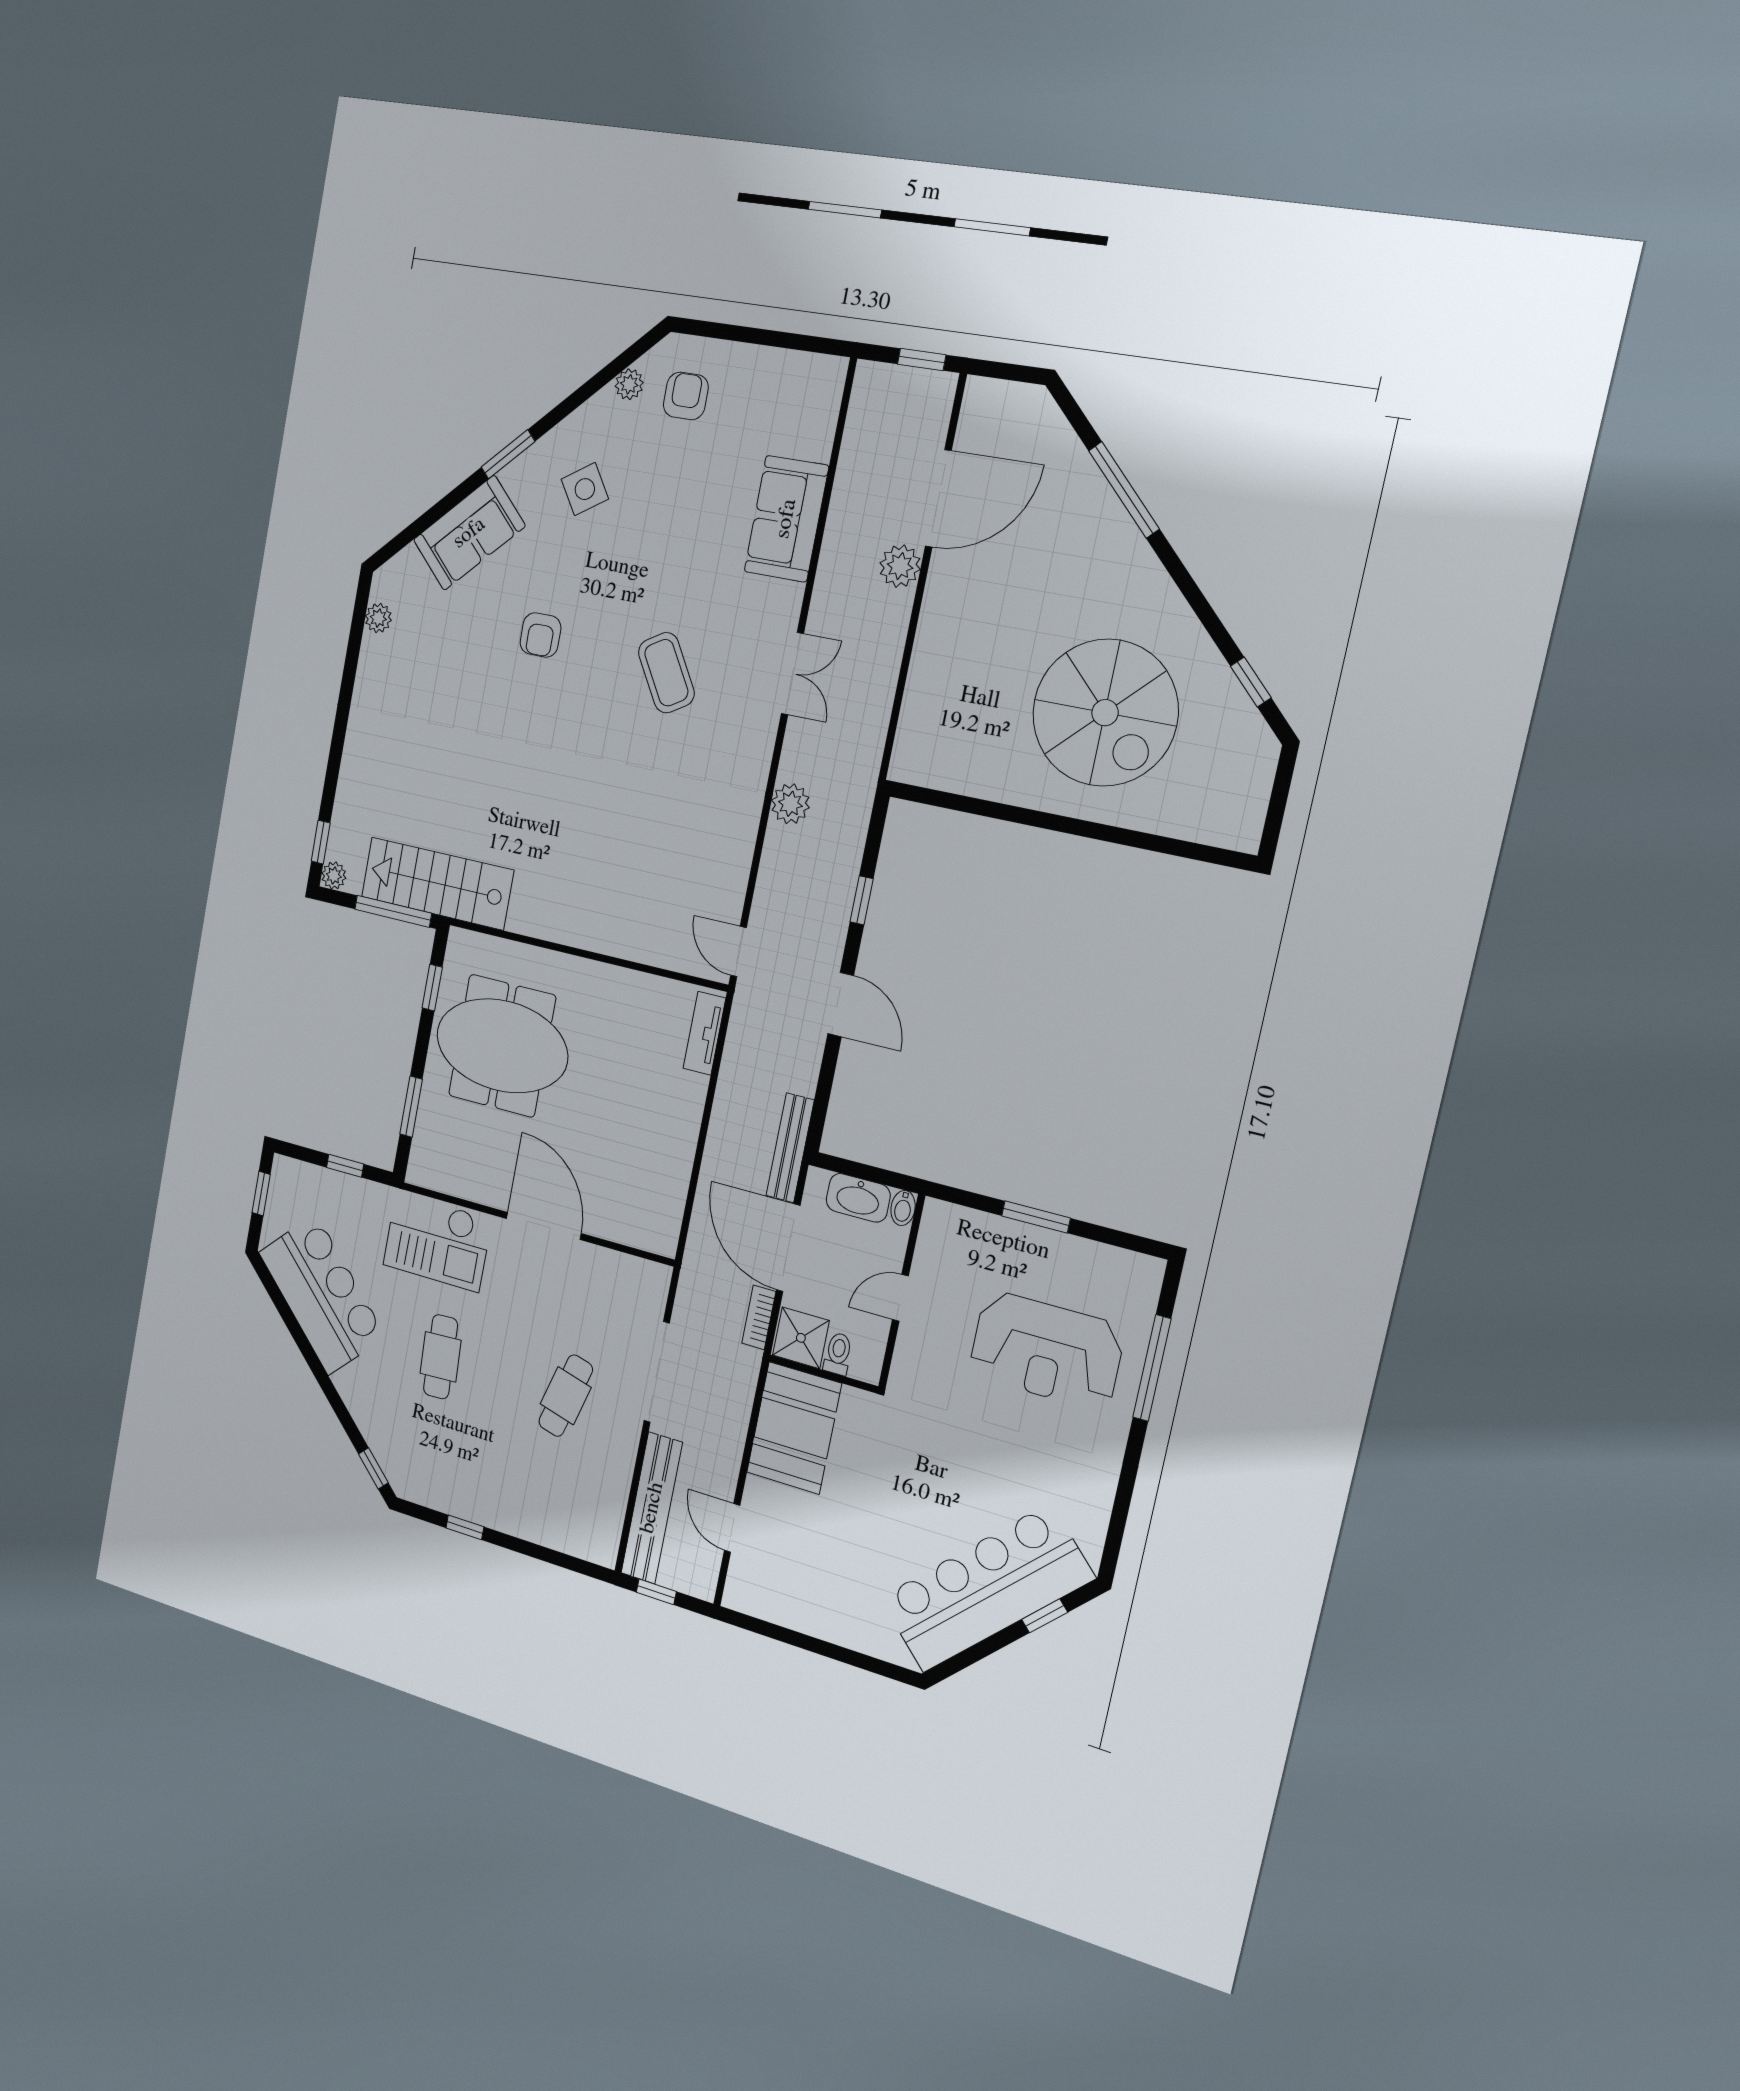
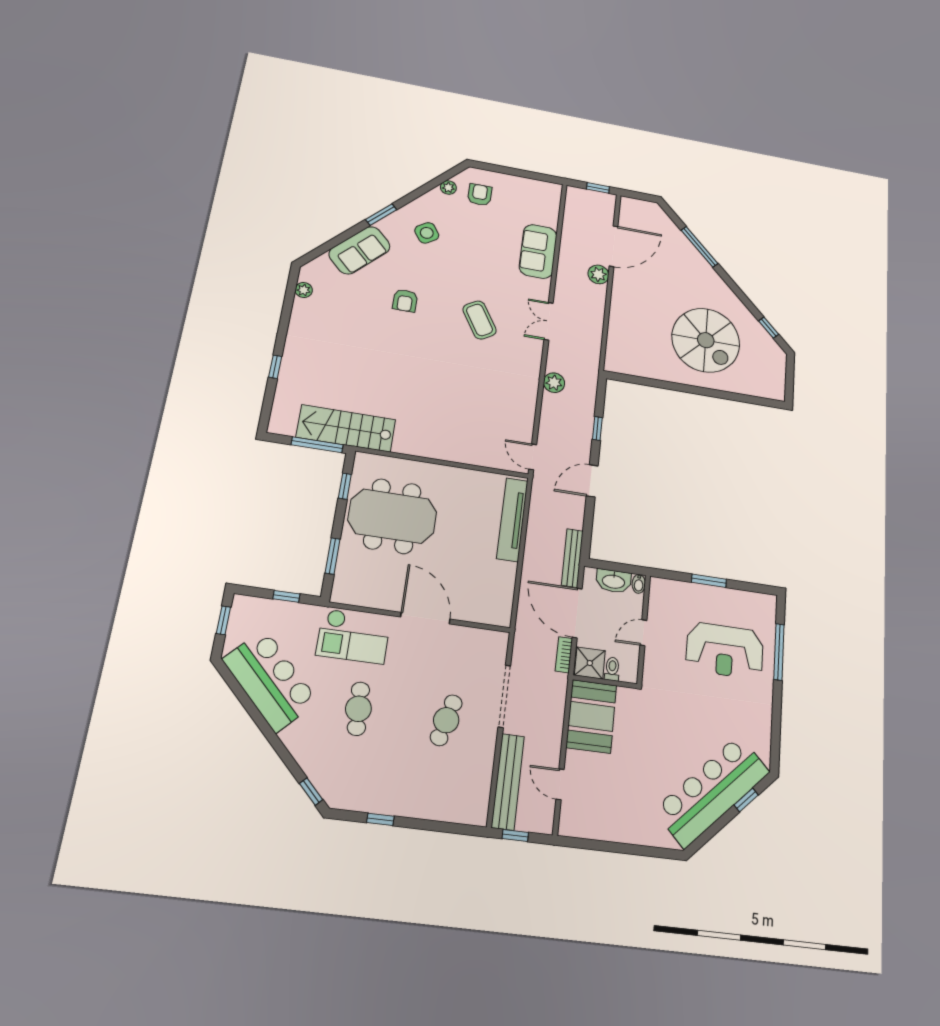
double door: (792, 674) -> (549, 321), swing flipped
window: (321, 842) -> (275, 367), moved
plant: (334, 875) -> (276, 426), removed
door: (841, 1005) -> (592, 481), swing flipped
tv unit: (704, 1033) -> (512, 520), width x1.92, depth x1.29

